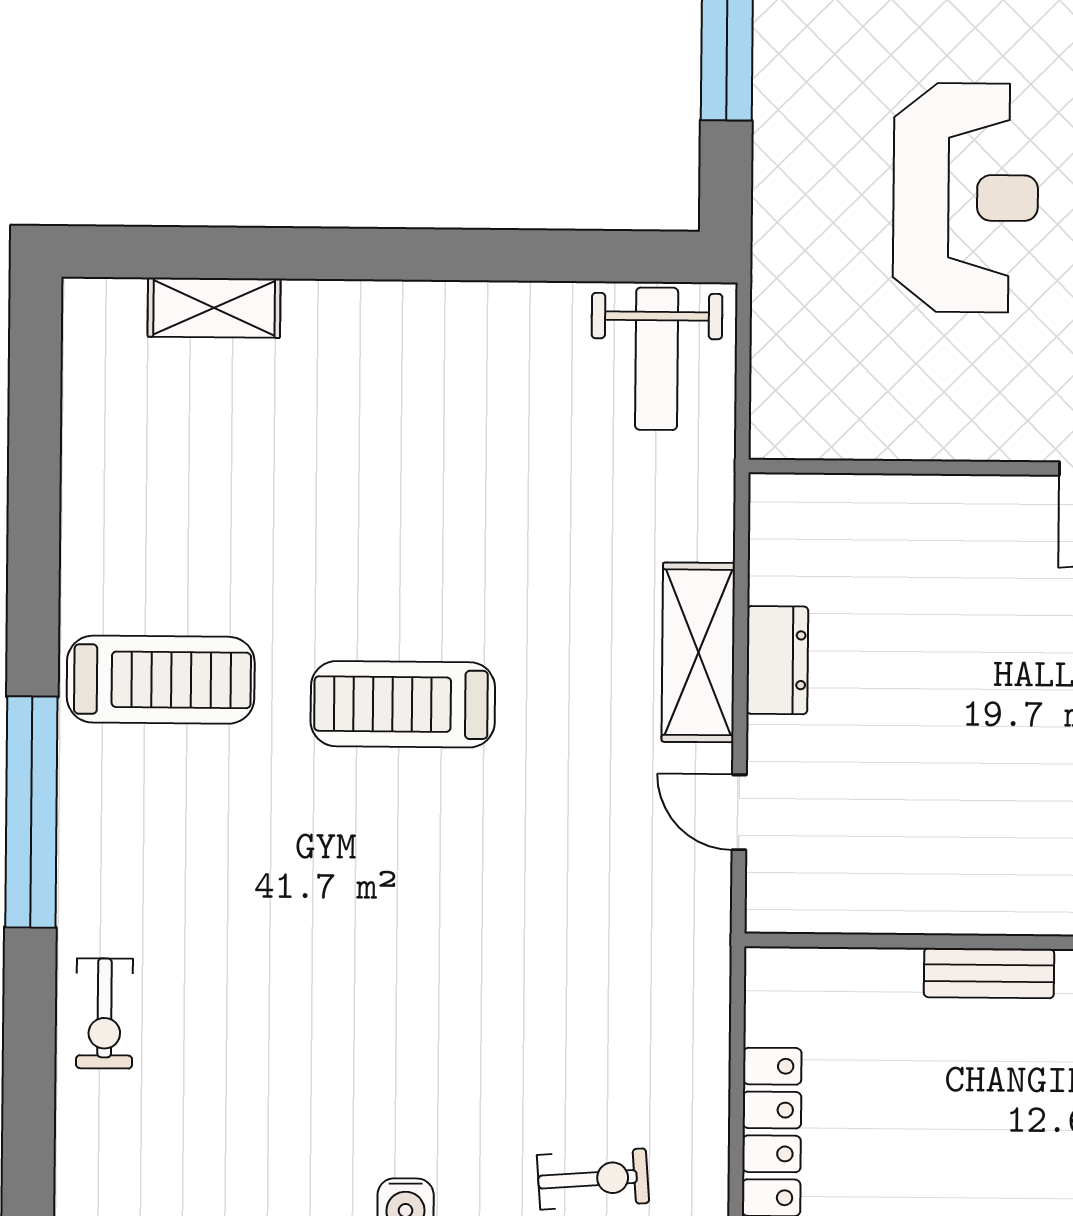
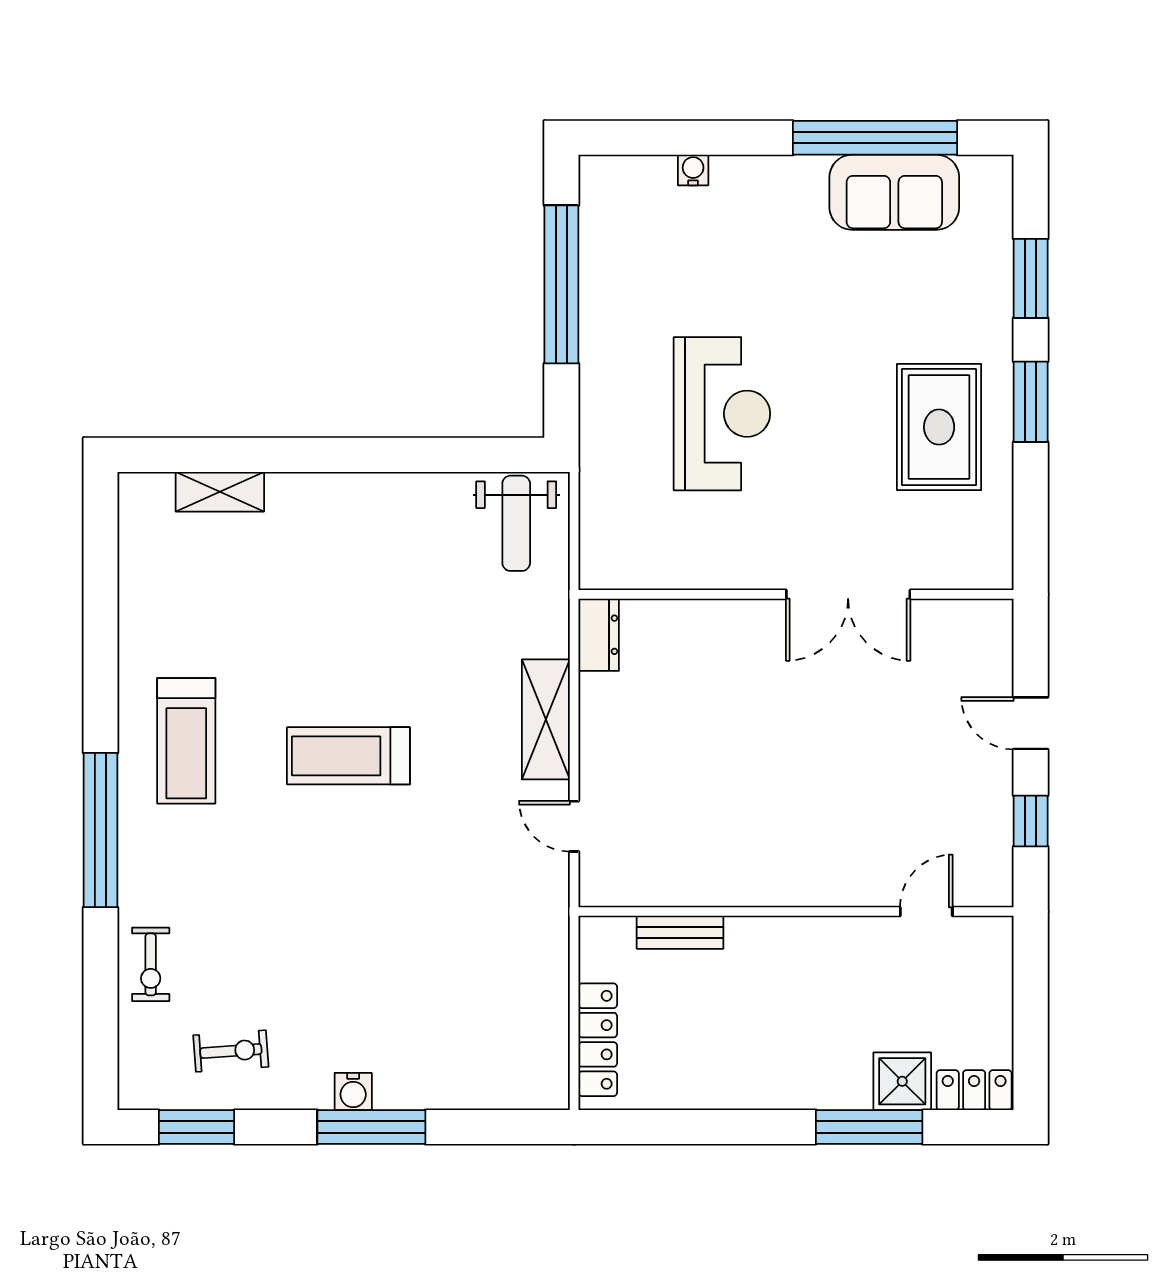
dresser: (777, 660) -> (599, 635), moved
treadmill: (161, 680) -> (186, 741), turned 90
bench: (989, 973) -> (680, 932), moved
exercise bike: (593, 1179) -> (231, 1051), moved

